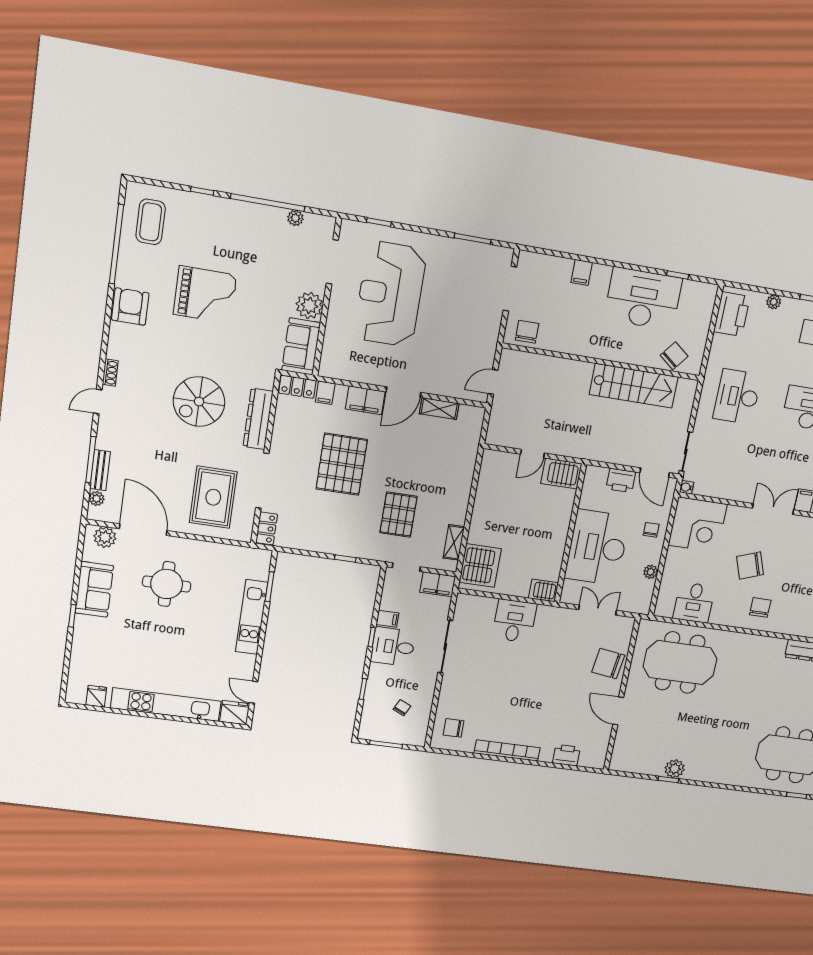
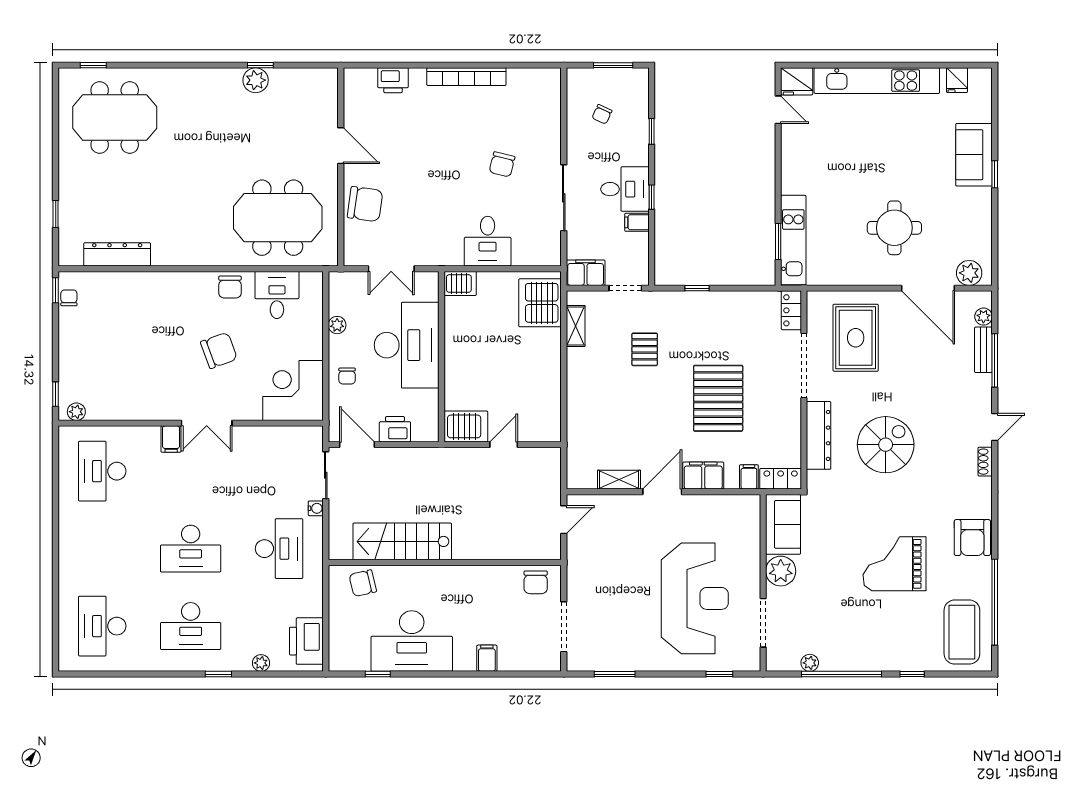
coffee table: (151, 222) -> (962, 632), width x1.36, depth x1.32
chair: (674, 356) -> (363, 583), turned 39
water cooler: (687, 487) -> (316, 508), moved
pallet: (398, 515) -> (645, 349), width x0.67, depth x0.71
sofa: (94, 589) -> (974, 155), moved
chair: (760, 607) -> (230, 287), moved
kitchen unit: (252, 617) -> (793, 240), moved
chair: (454, 728) -> (502, 164), moved, turned 104

